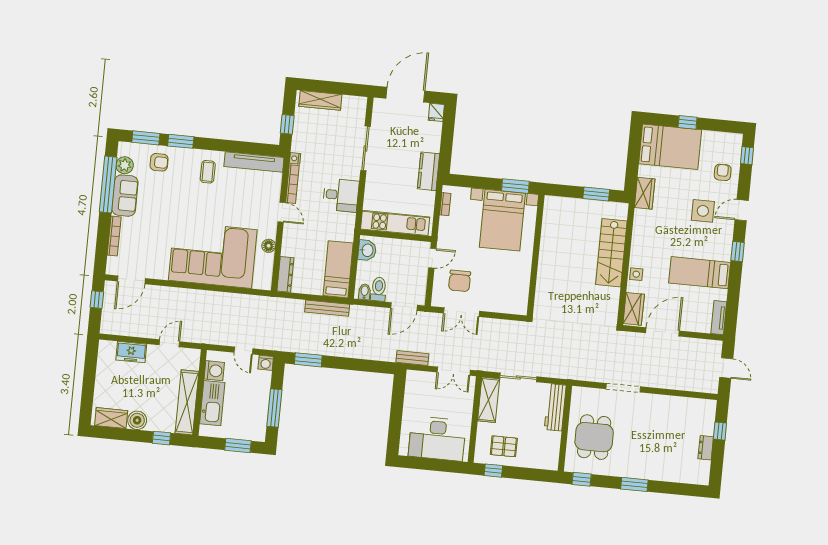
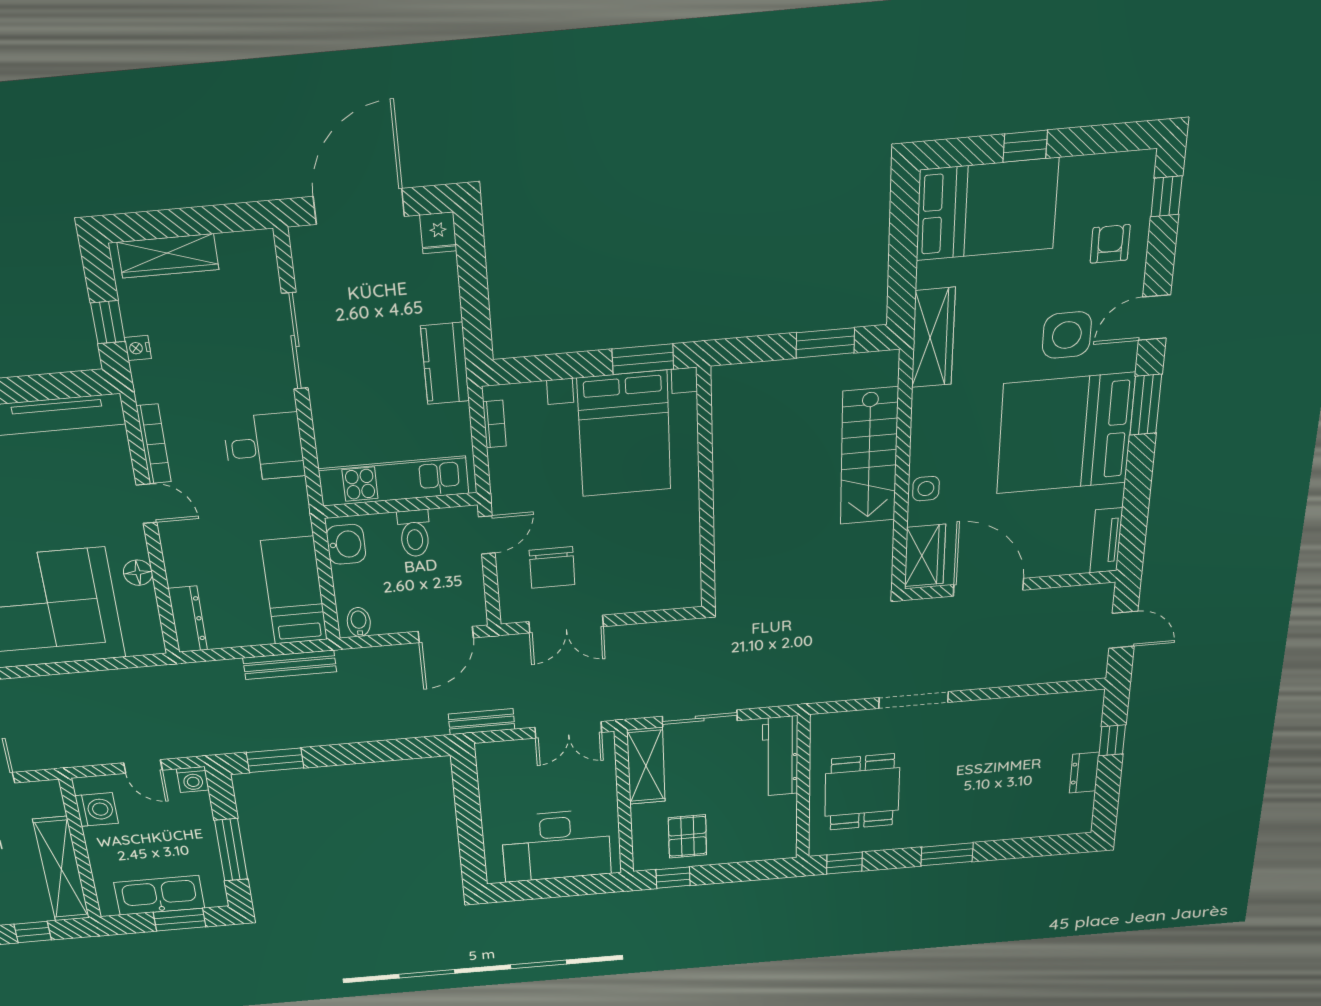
nightstand: (295, 158) -> (138, 348), moved
wardrobe: (645, 193) -> (933, 338), width x1.50
window: (738, 252) -> (1146, 405), width x1.50
bed: (700, 273) -> (1065, 434), width x2.04
toilet: (379, 289) -> (414, 533), moved, turned 180
door: (663, 332) -> (988, 587), hinge flipped
kitchen sink: (212, 403) -> (159, 895), moved, turned -90
pallet: (504, 446) -> (687, 836), turned 90

